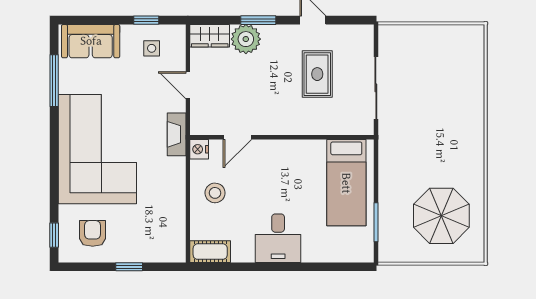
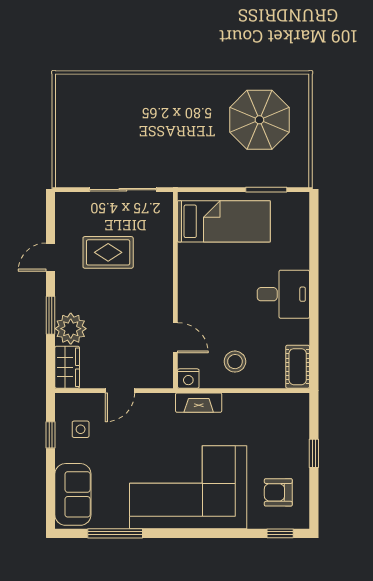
fireplace: (177, 134) -> (199, 403), moved

